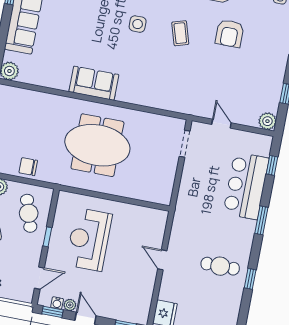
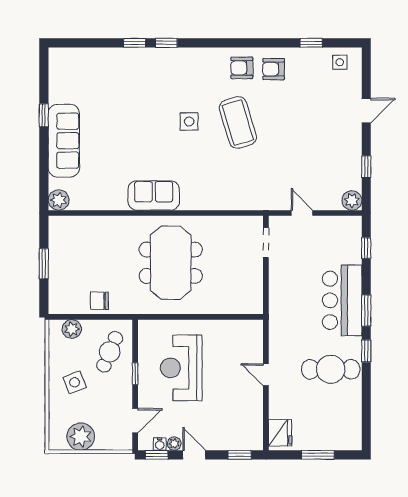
coffee table: (180, 33) -> (238, 123), width x1.86, depth x1.72
armchair: (230, 33) -> (292, 112), removed
meeting table: (97, 145) -> (171, 263), turned 90
bar counter: (246, 186) -> (342, 300), moved
cafe table: (29, 213) -> (110, 352), turned 41
cafe table: (220, 266) -> (331, 369), width x1.37, depth x1.35
window: (250, 279) -> (366, 351), moved

